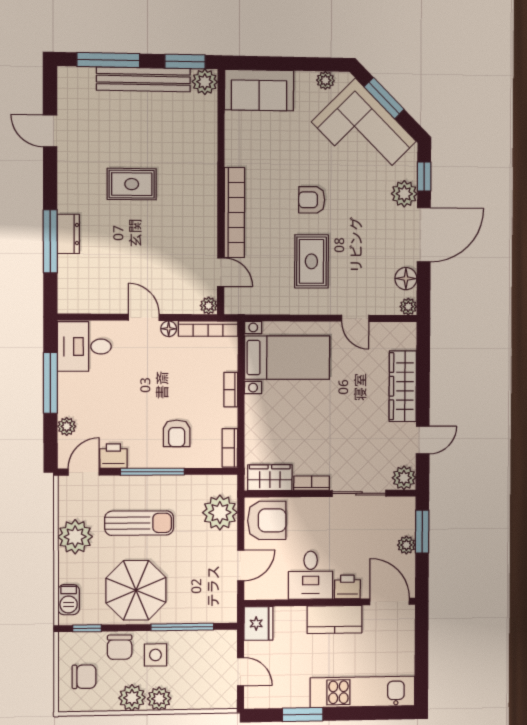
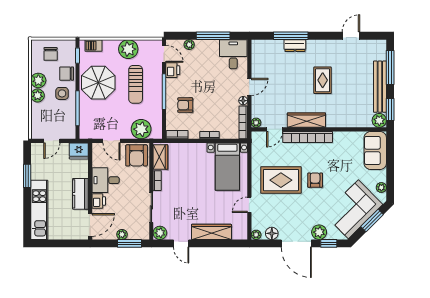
wardrobe: (204, 214) -> (306, 120), added
rug: (311, 261) -> (281, 180), width x1.36, depth x1.43

